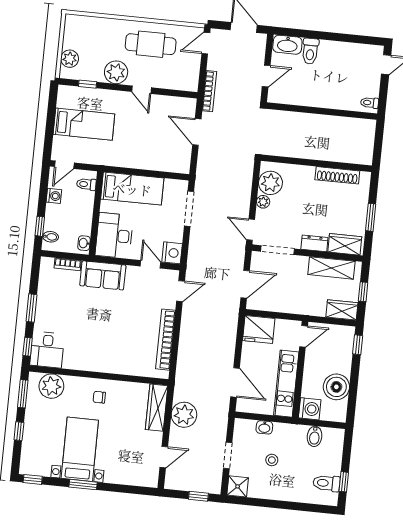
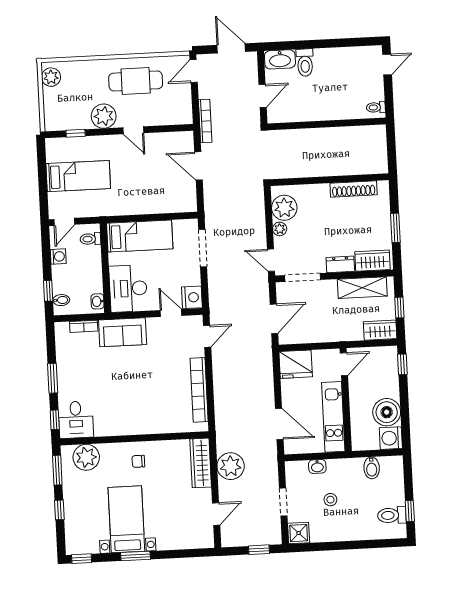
plant: (70, 59) -> (51, 77), moved
washing machine: (310, 409) -> (391, 438), moved, turned 180

